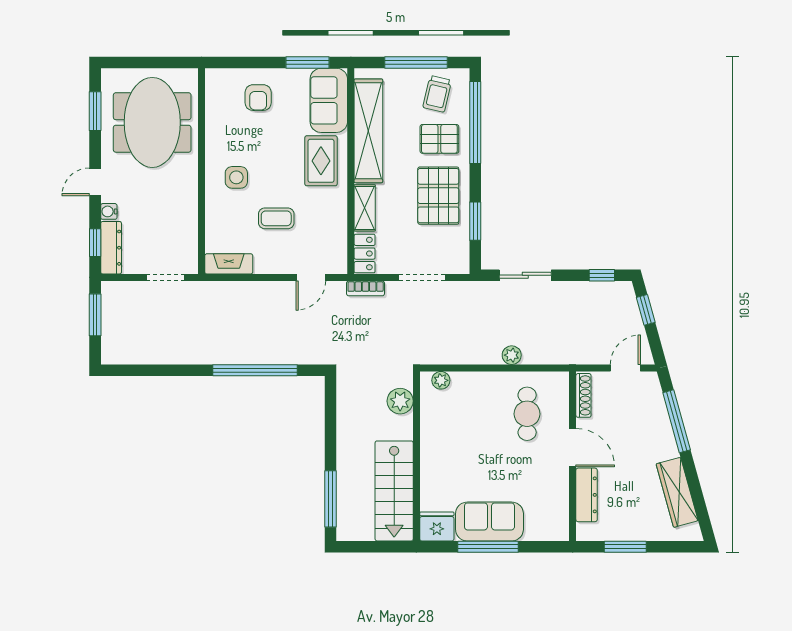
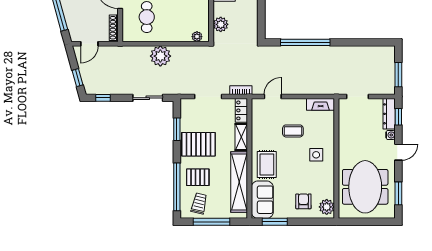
plant: (218, 88) -> (327, 207), added
pallet: (438, 196) -> (198, 144), turned 90
plant: (512, 355) -> (160, 56), width x1.88, depth x1.88

